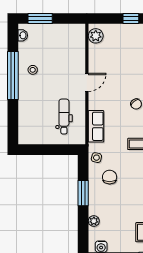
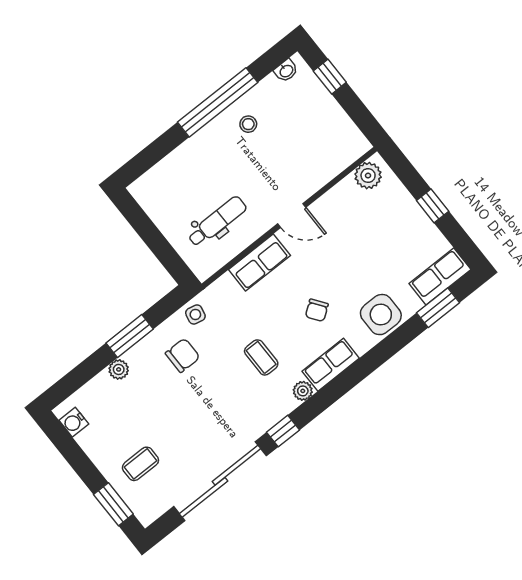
window: (40, 19) -> (330, 77), width x0.67
row of seats: (96, 126) -> (259, 262), moved
plant: (94, 221) -> (119, 369), moved

